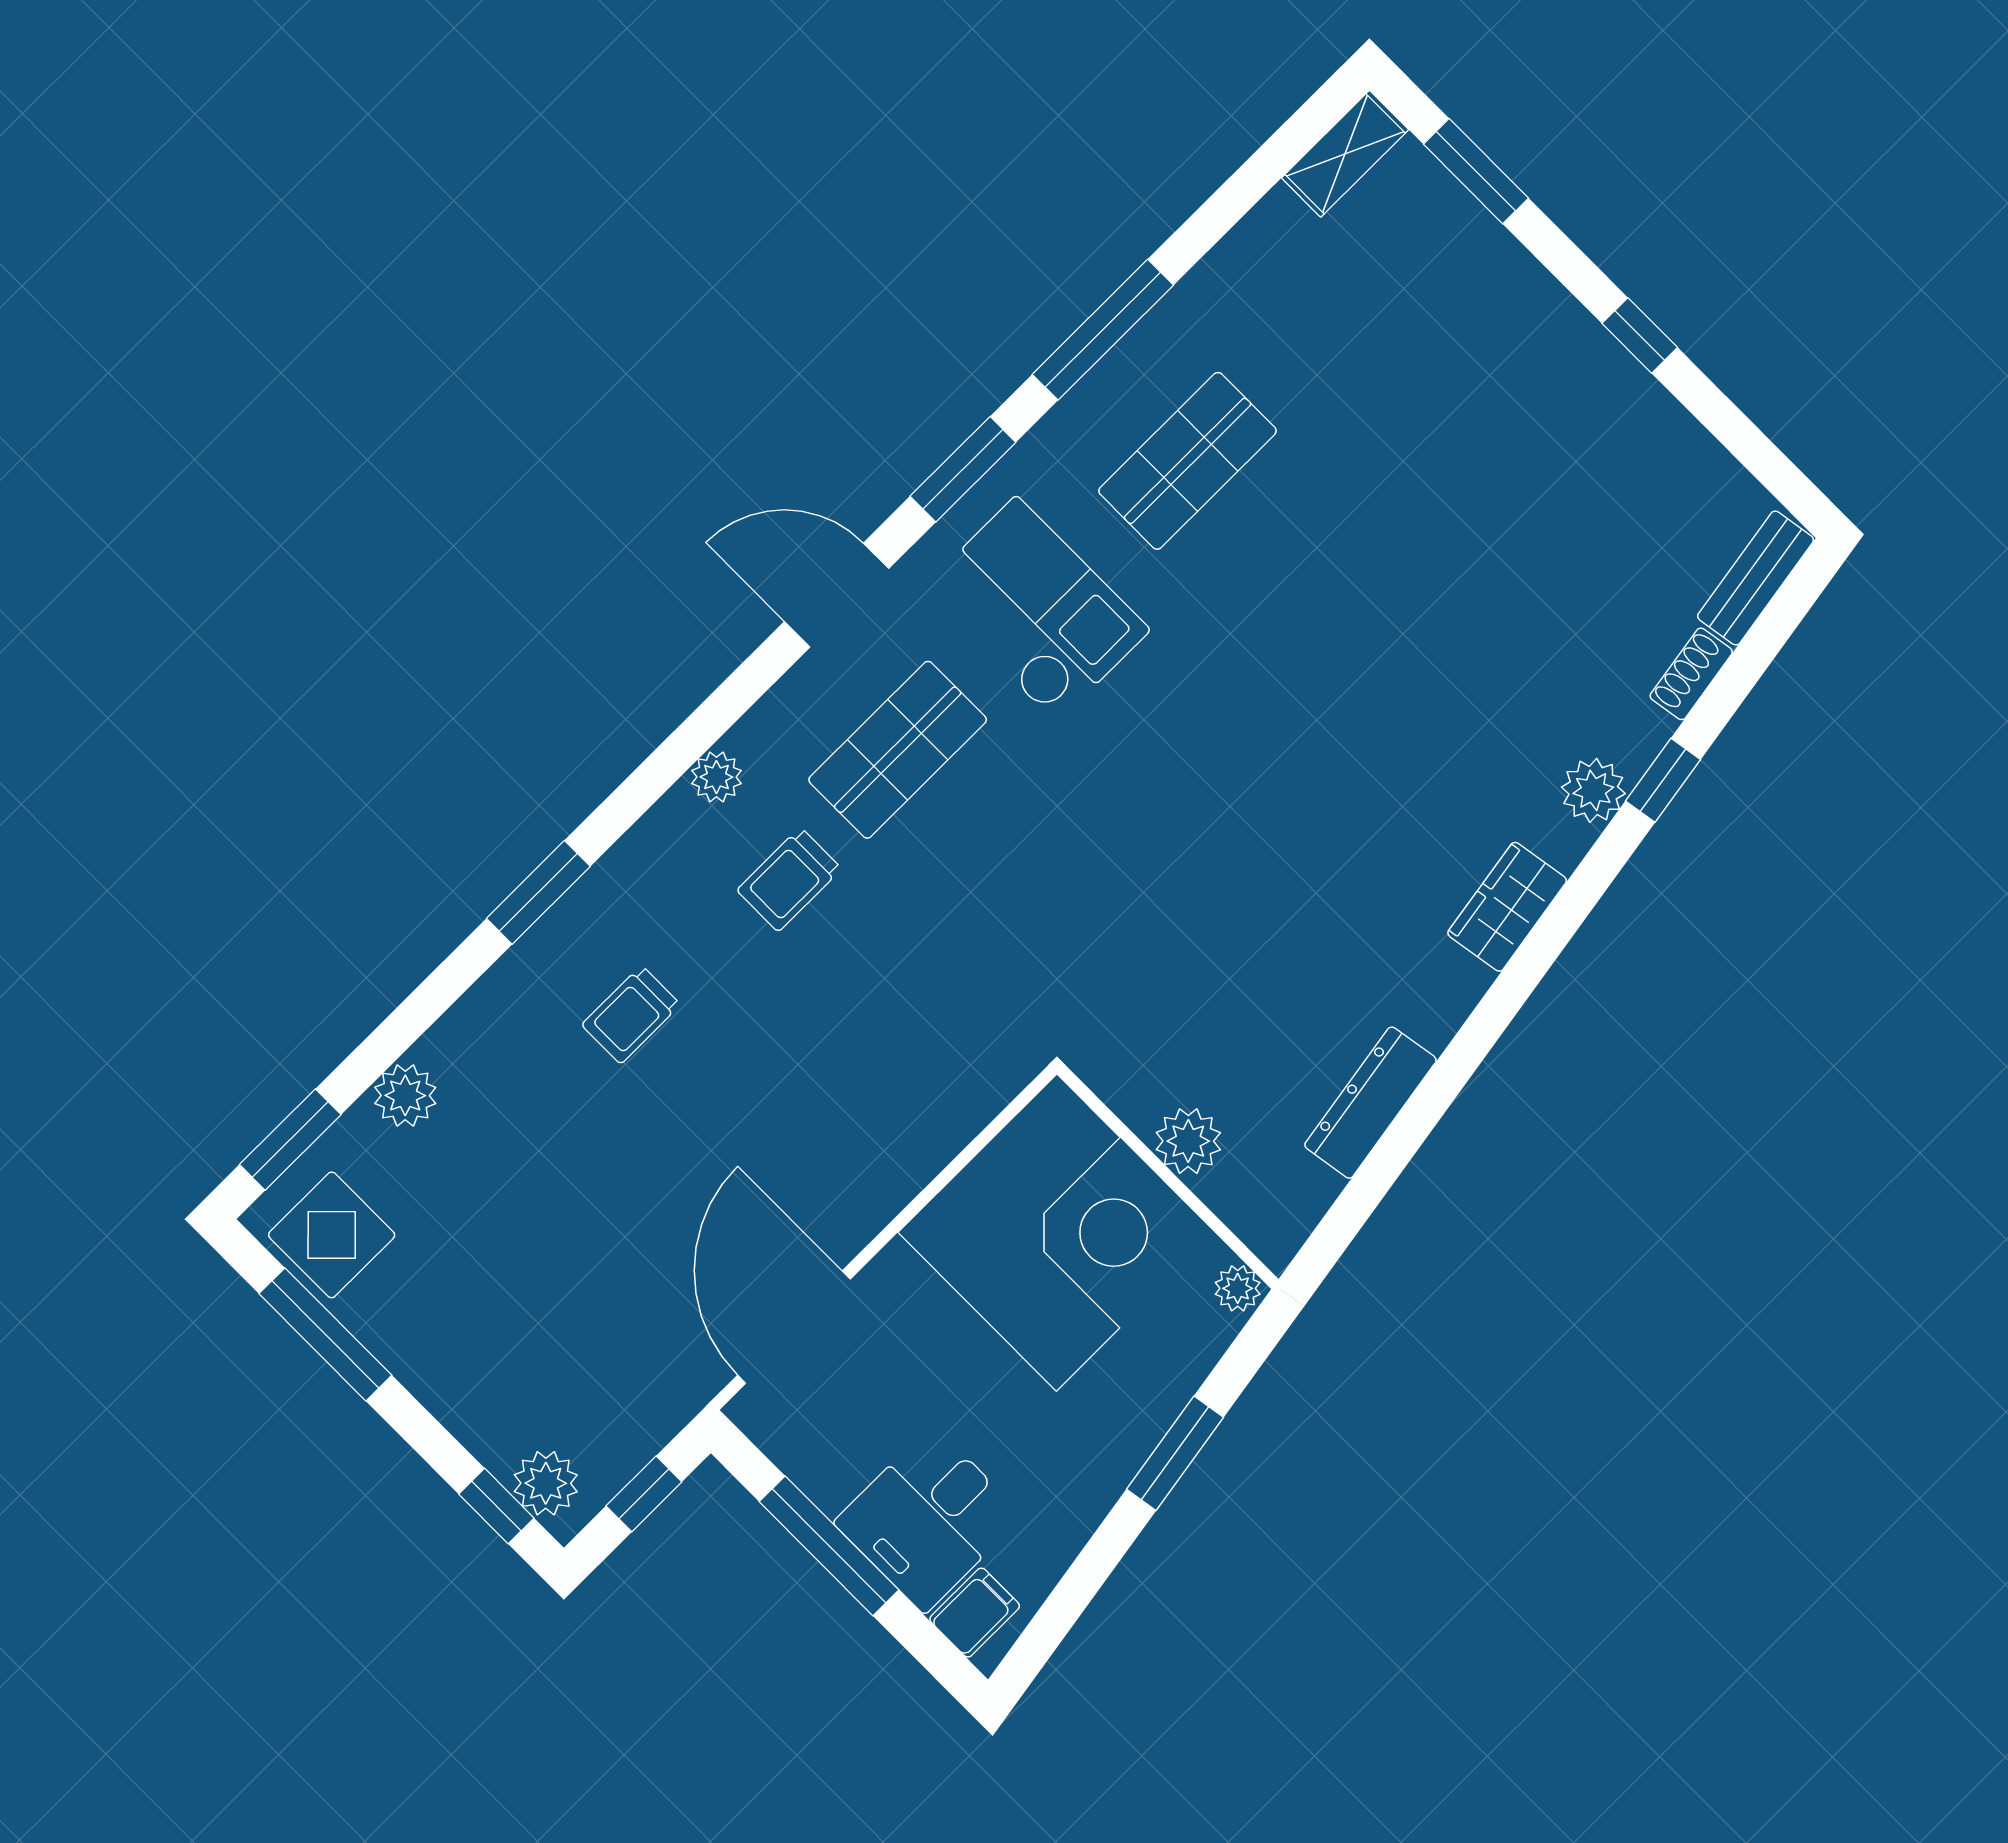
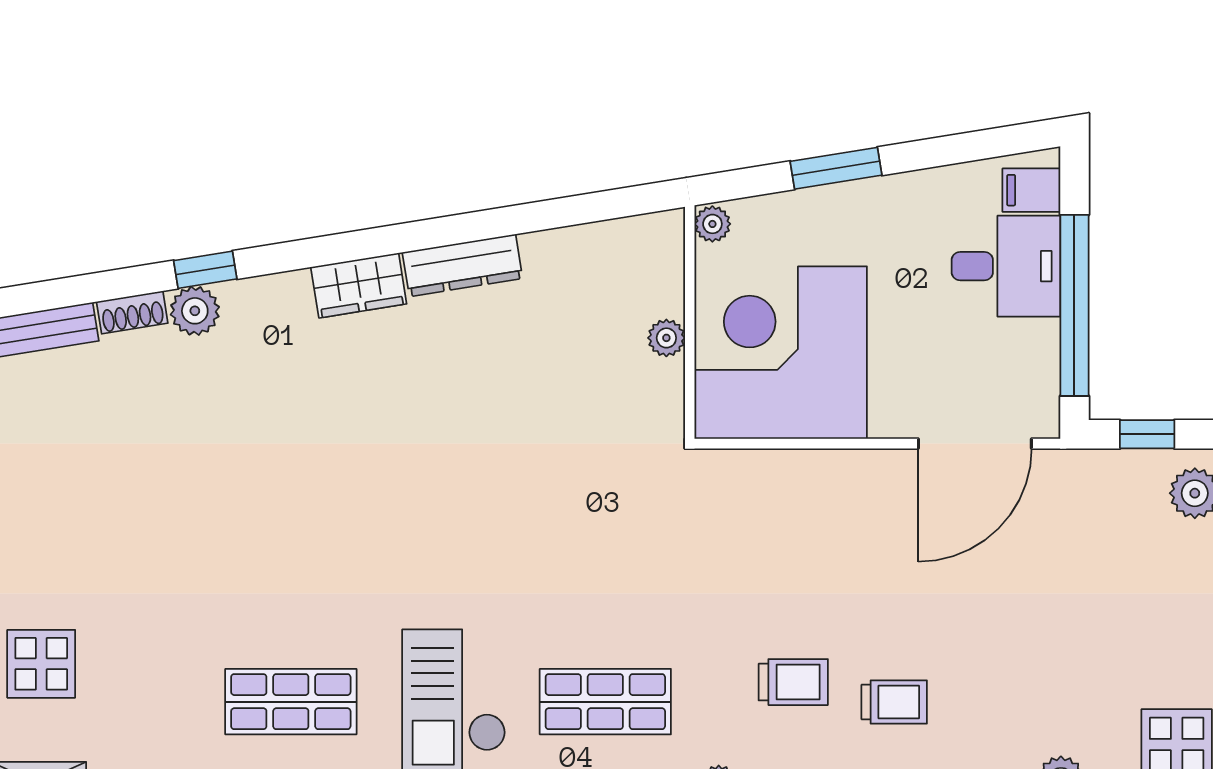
display table: (1452, 266) -> (41, 664), added
plant: (1593, 790) -> (195, 311), moved
trolley: (789, 880) -> (793, 682), moved
dresser: (1371, 1103) -> (462, 265), moved
plant: (1188, 1141) -> (666, 338), width x0.73, depth x0.73
window: (829, 1546) -> (1074, 305), width x1.46

